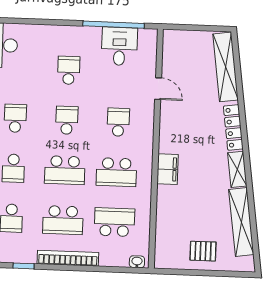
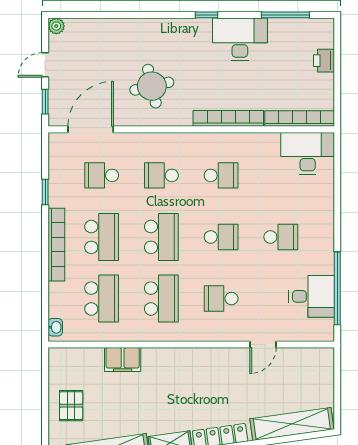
school desk: (118, 122) -> (221, 299), turned 180
filing cabinet: (168, 169) -> (123, 360), moved
school desk: (65, 170) -> (161, 237), turned 180
school desk: (116, 172) -> (161, 299), turned 180
school desk: (63, 220) -> (102, 237), turned 180

